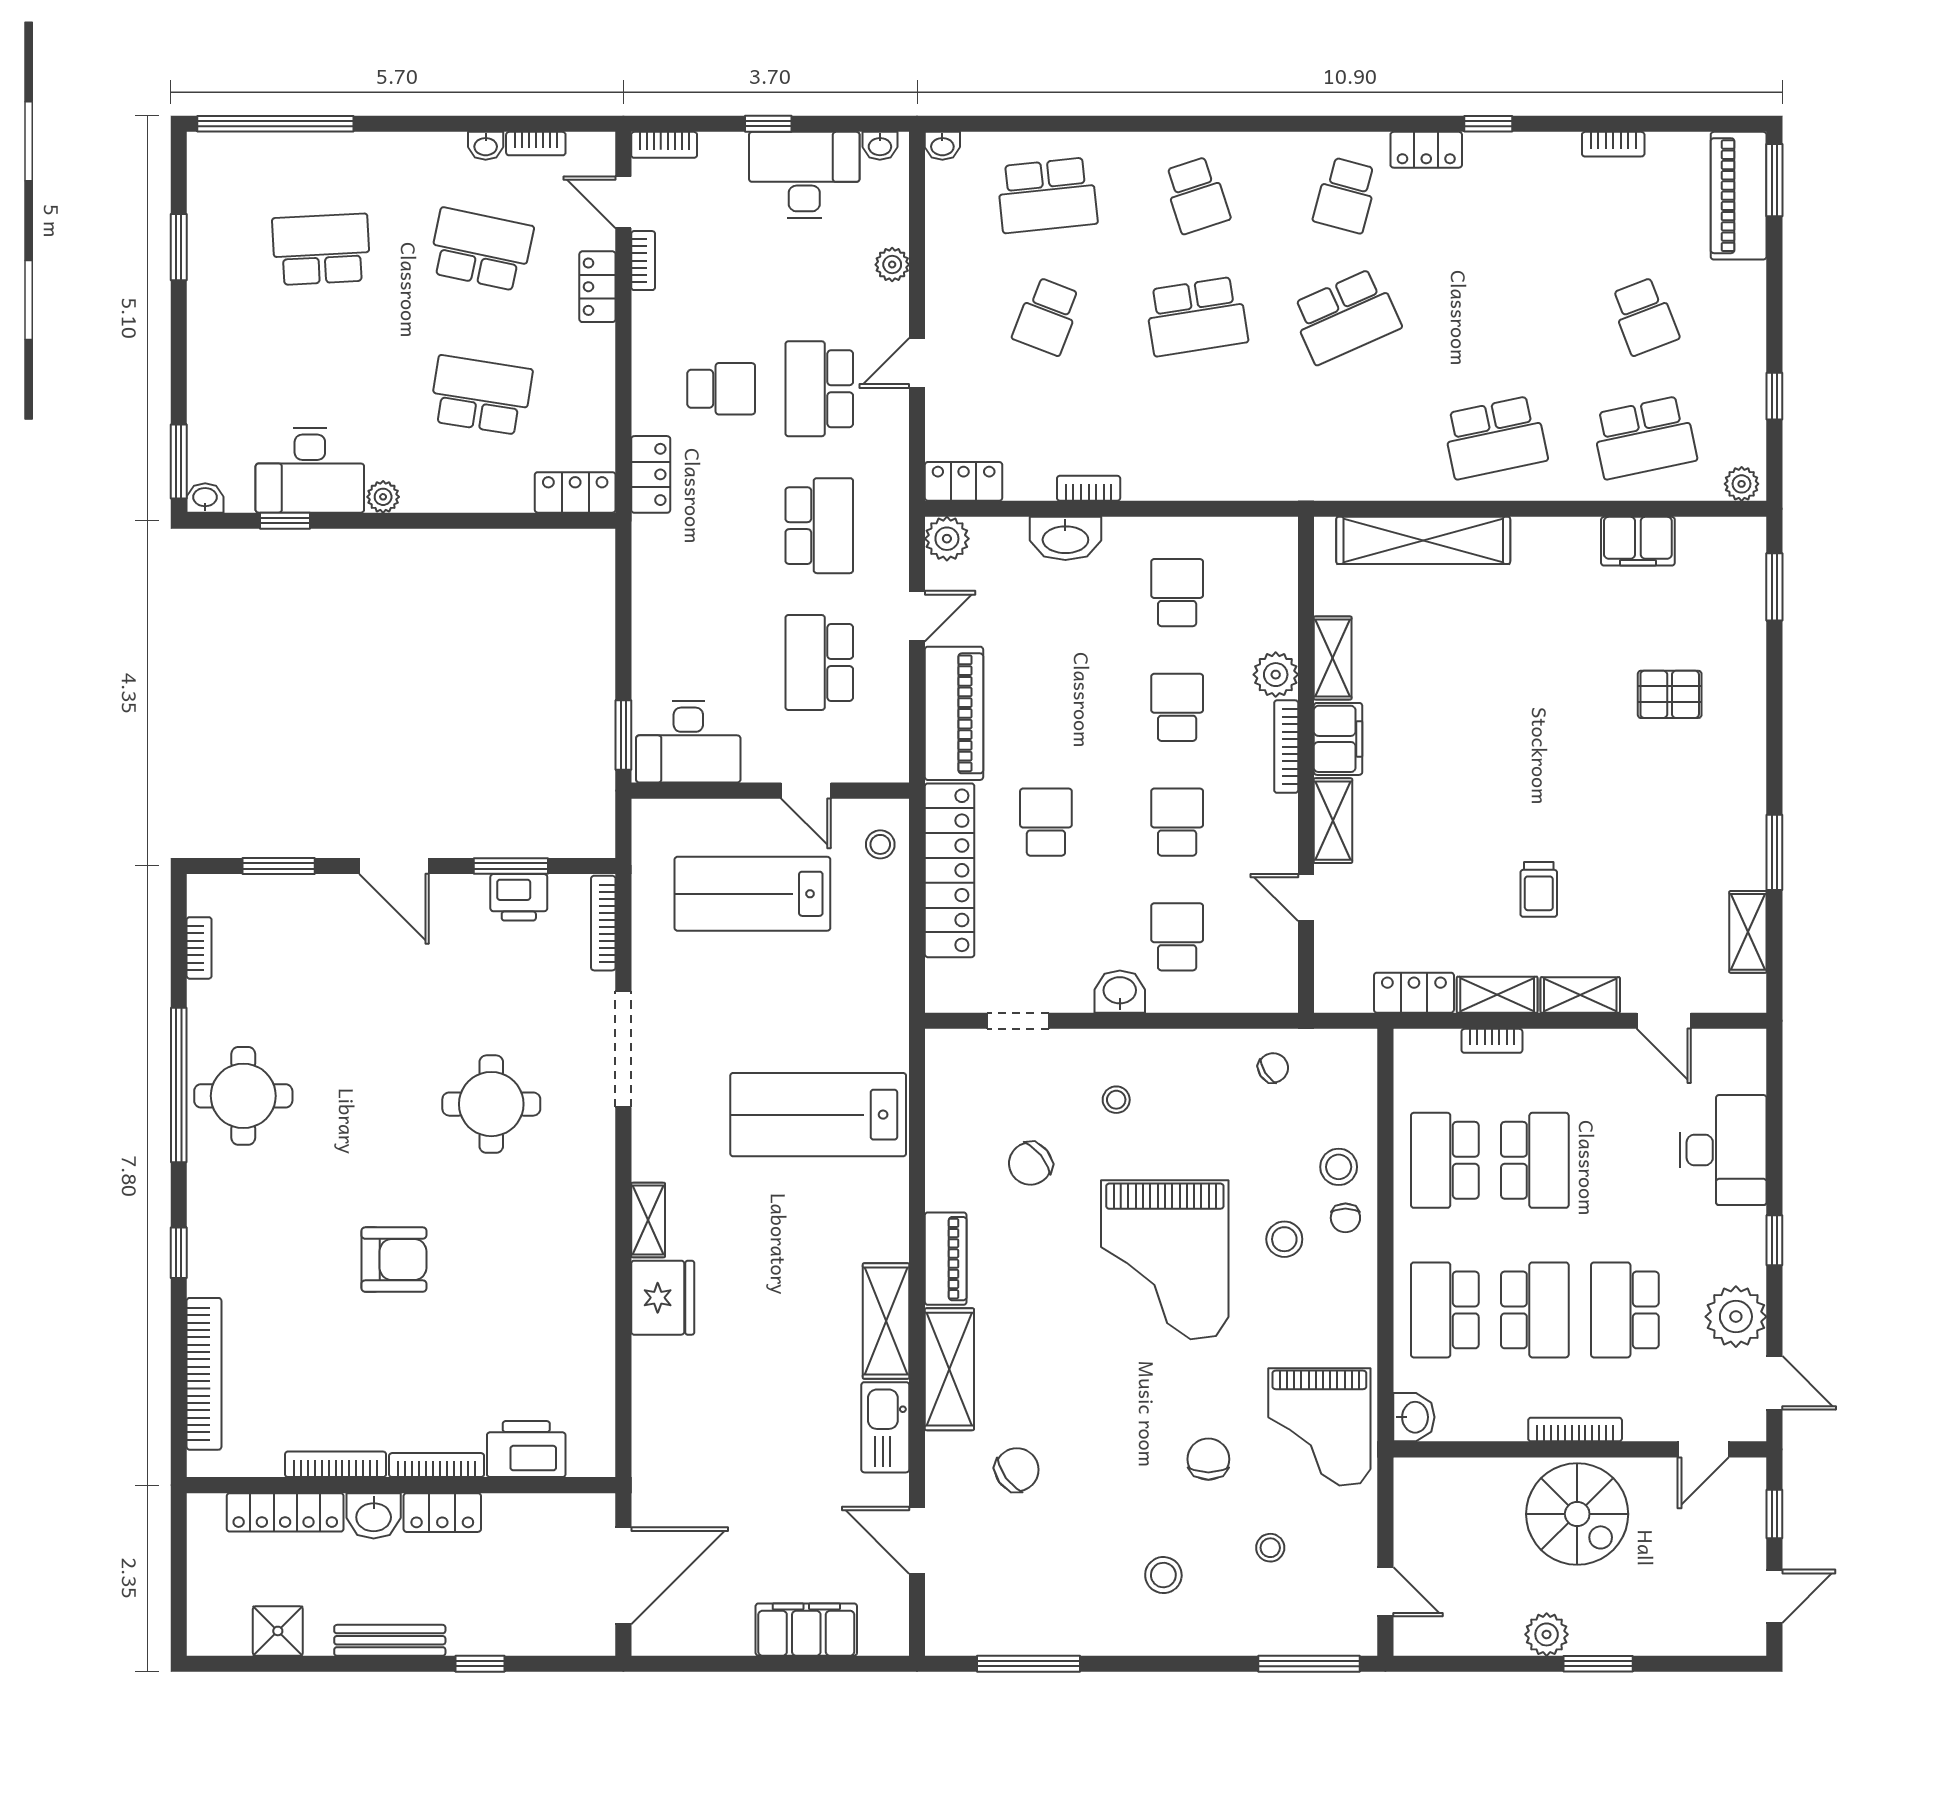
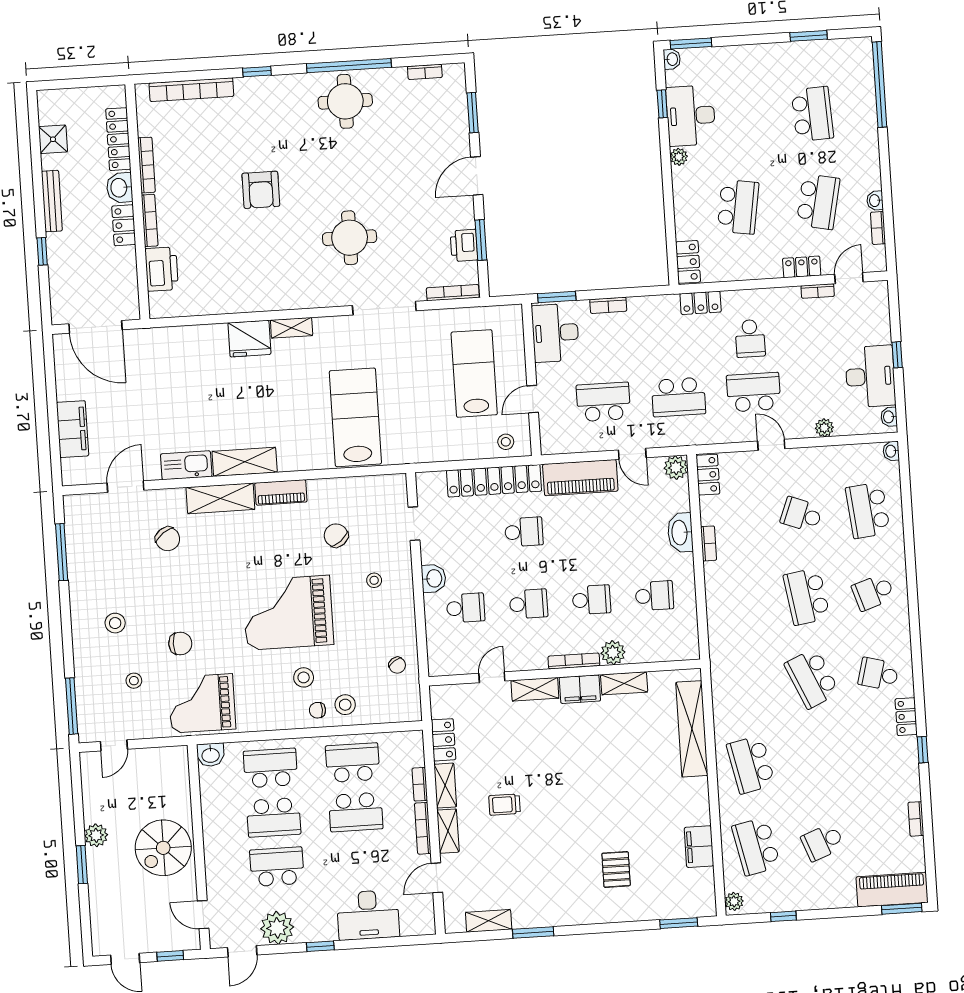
bookcase: (664, 145) -> (608, 305), moved, turned -90
bookcase: (1575, 1430) -> (423, 828), moved, turned 180

